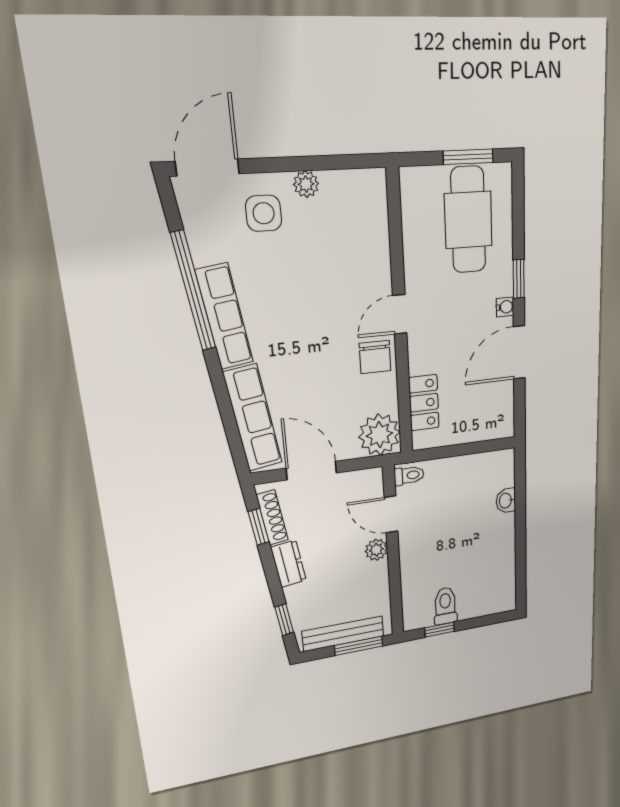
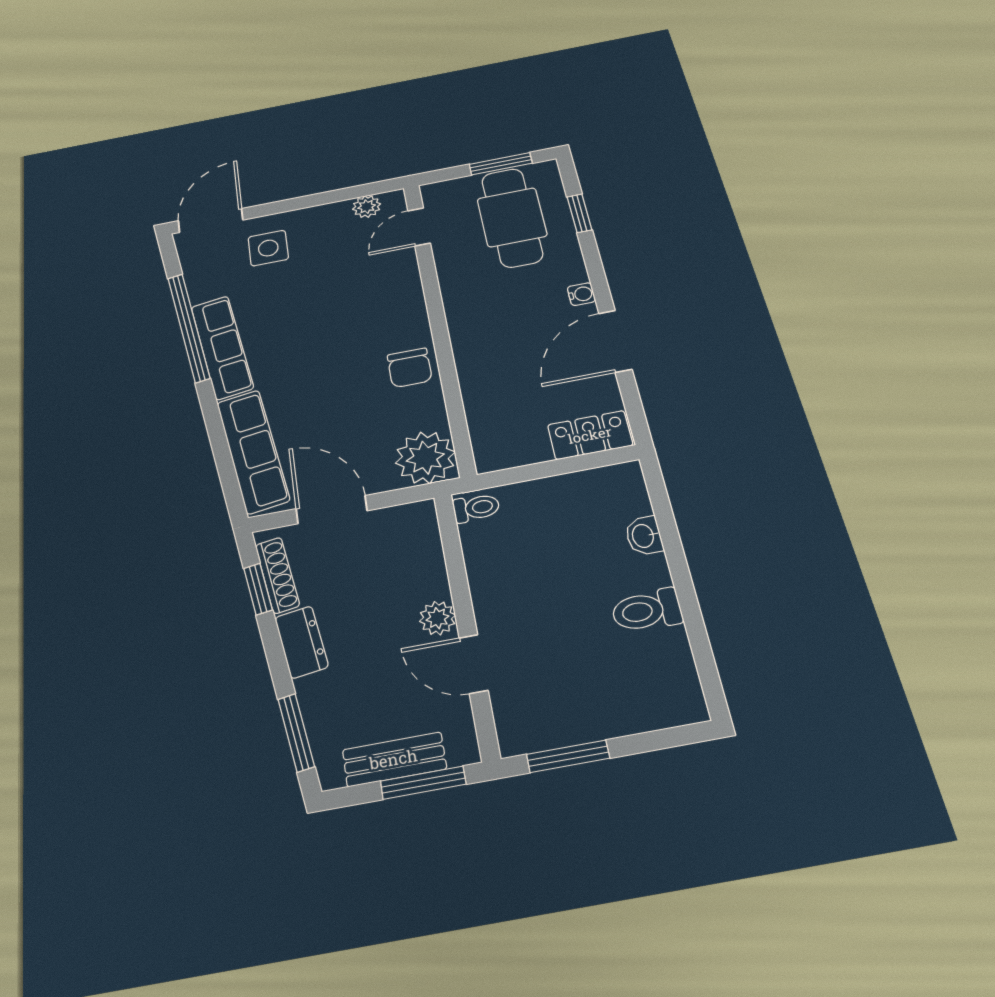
plant: (306, 184) -> (367, 207), moved
window: (519, 279) -> (579, 213), moved
door: (400, 314) -> (419, 227), moved
locker: (424, 403) -> (590, 435), moved, turned -90
door: (391, 514) -> (474, 664), moved
toilet: (445, 606) -> (647, 610), moved, turned -90
window: (284, 620) -> (296, 733), width x1.50
window: (440, 630) -> (568, 756), width x1.50
bench: (343, 634) -> (394, 759), width x0.73

